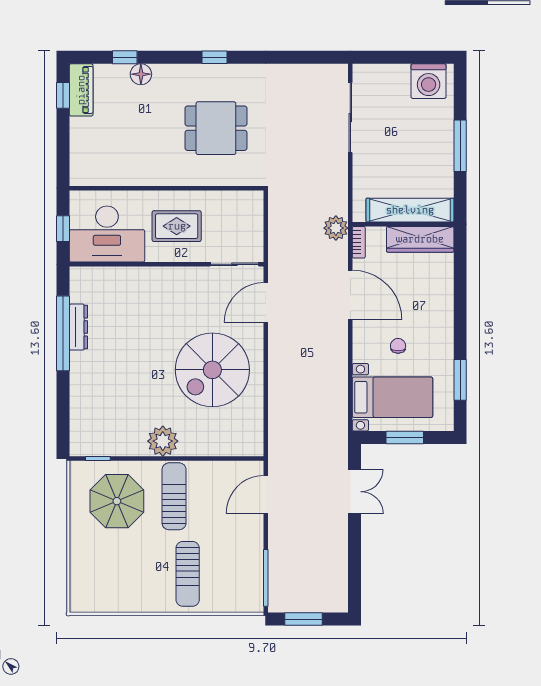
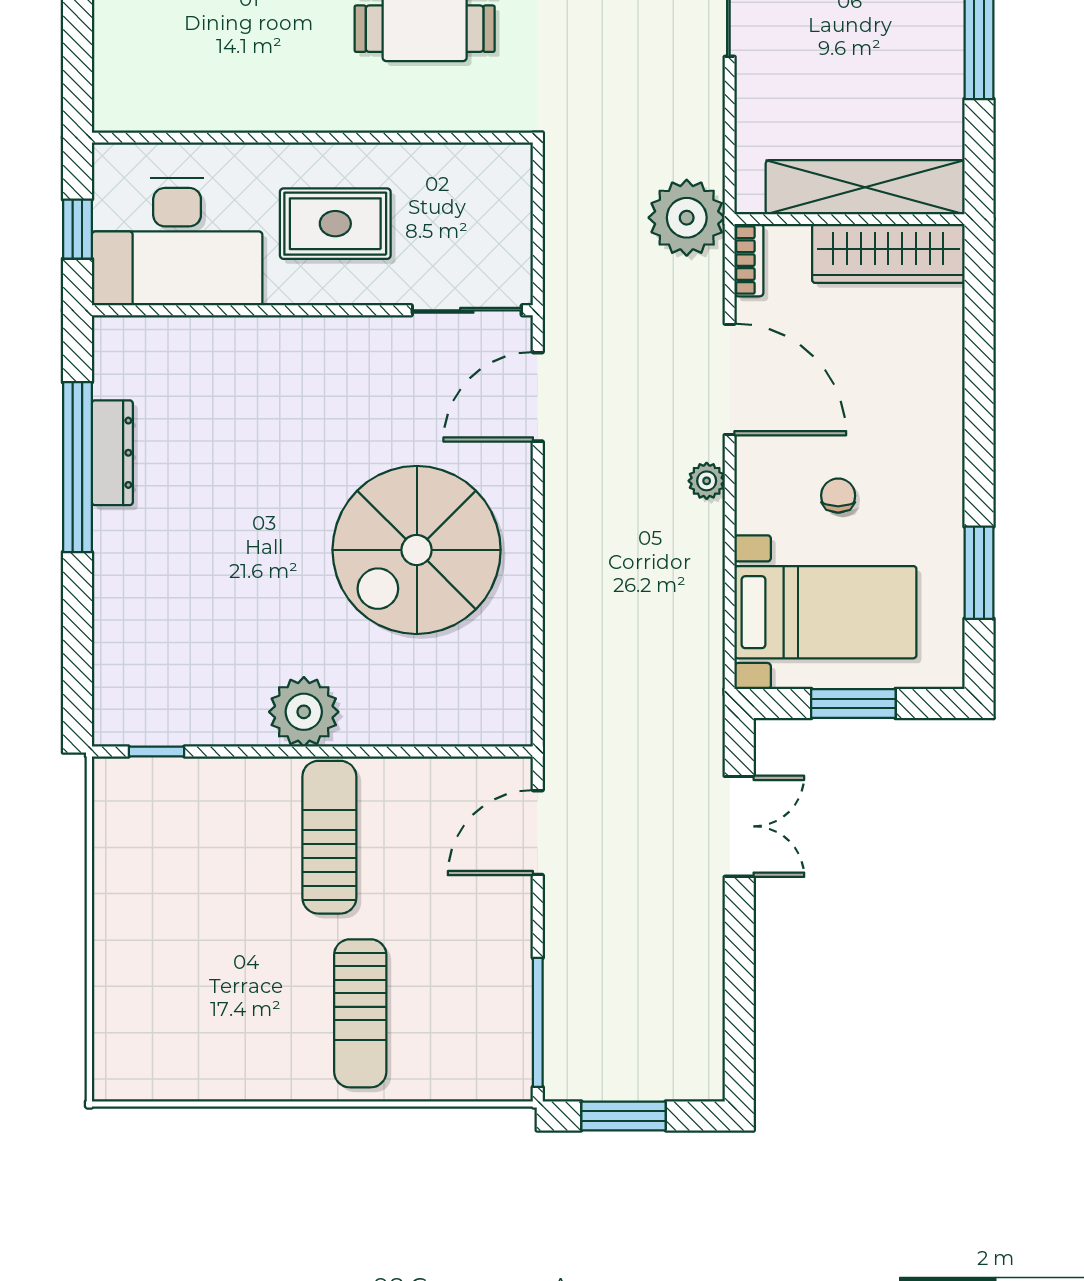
plant: (336, 228) -> (687, 218), width x1.36, depth x1.36
plant: (340, 339) -> (707, 481), added
parasol: (117, 501) -> (200, 848), removed

